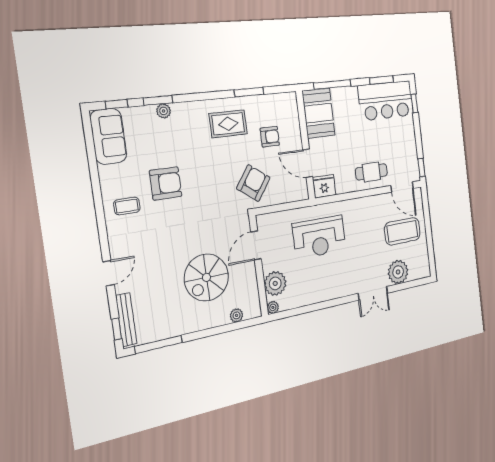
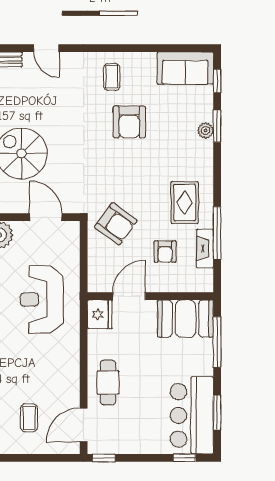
window: (249, 92) -> (217, 233), width x1.44
fireplace: (263, 102) -> (205, 248), added
coffee table: (402, 231) -> (29, 418), width x0.54, depth x0.58

